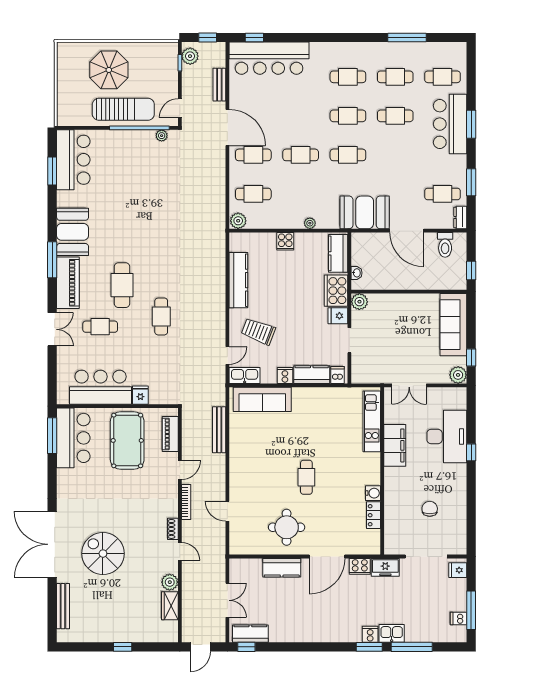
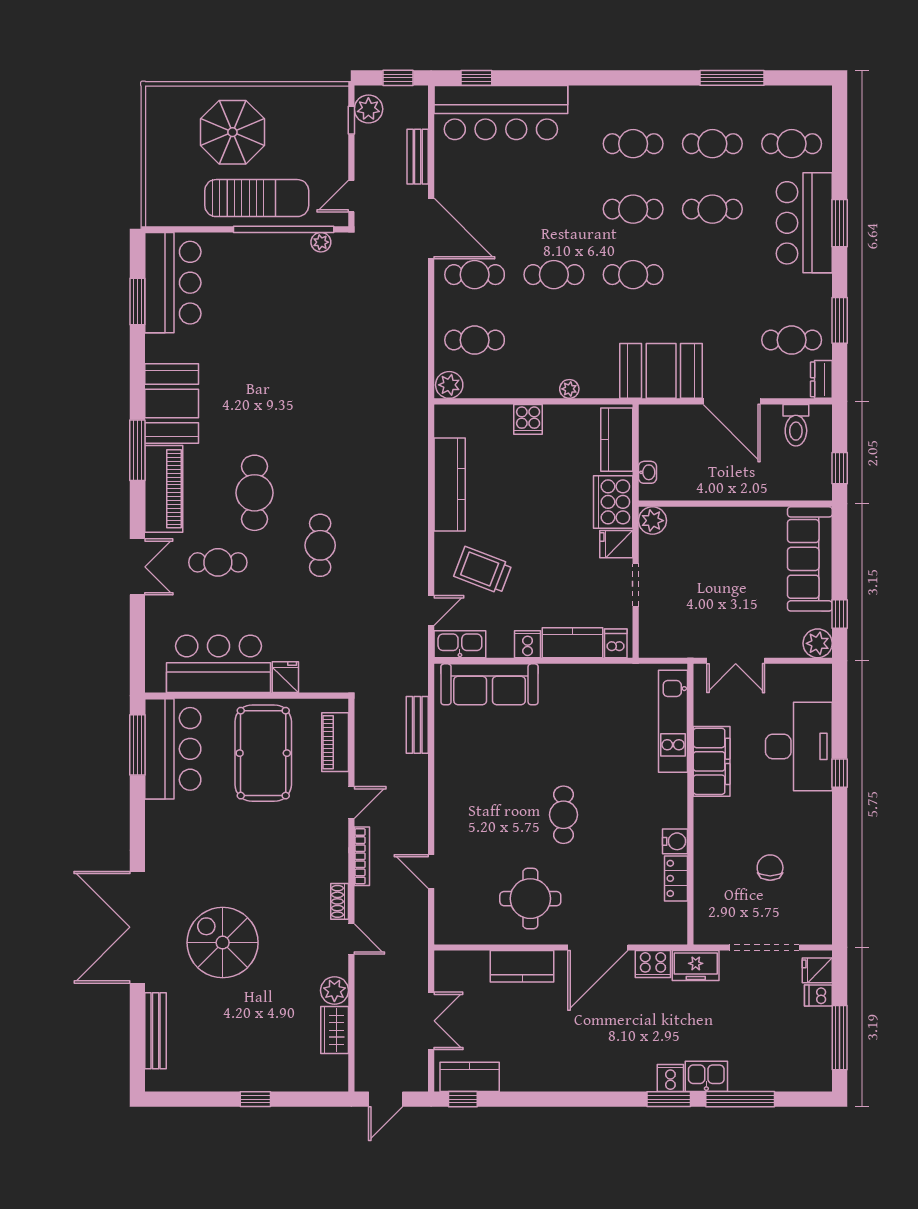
bench: (219, 430) -> (417, 725), width x0.73
dishwasher: (458, 619) -> (818, 996), moved

